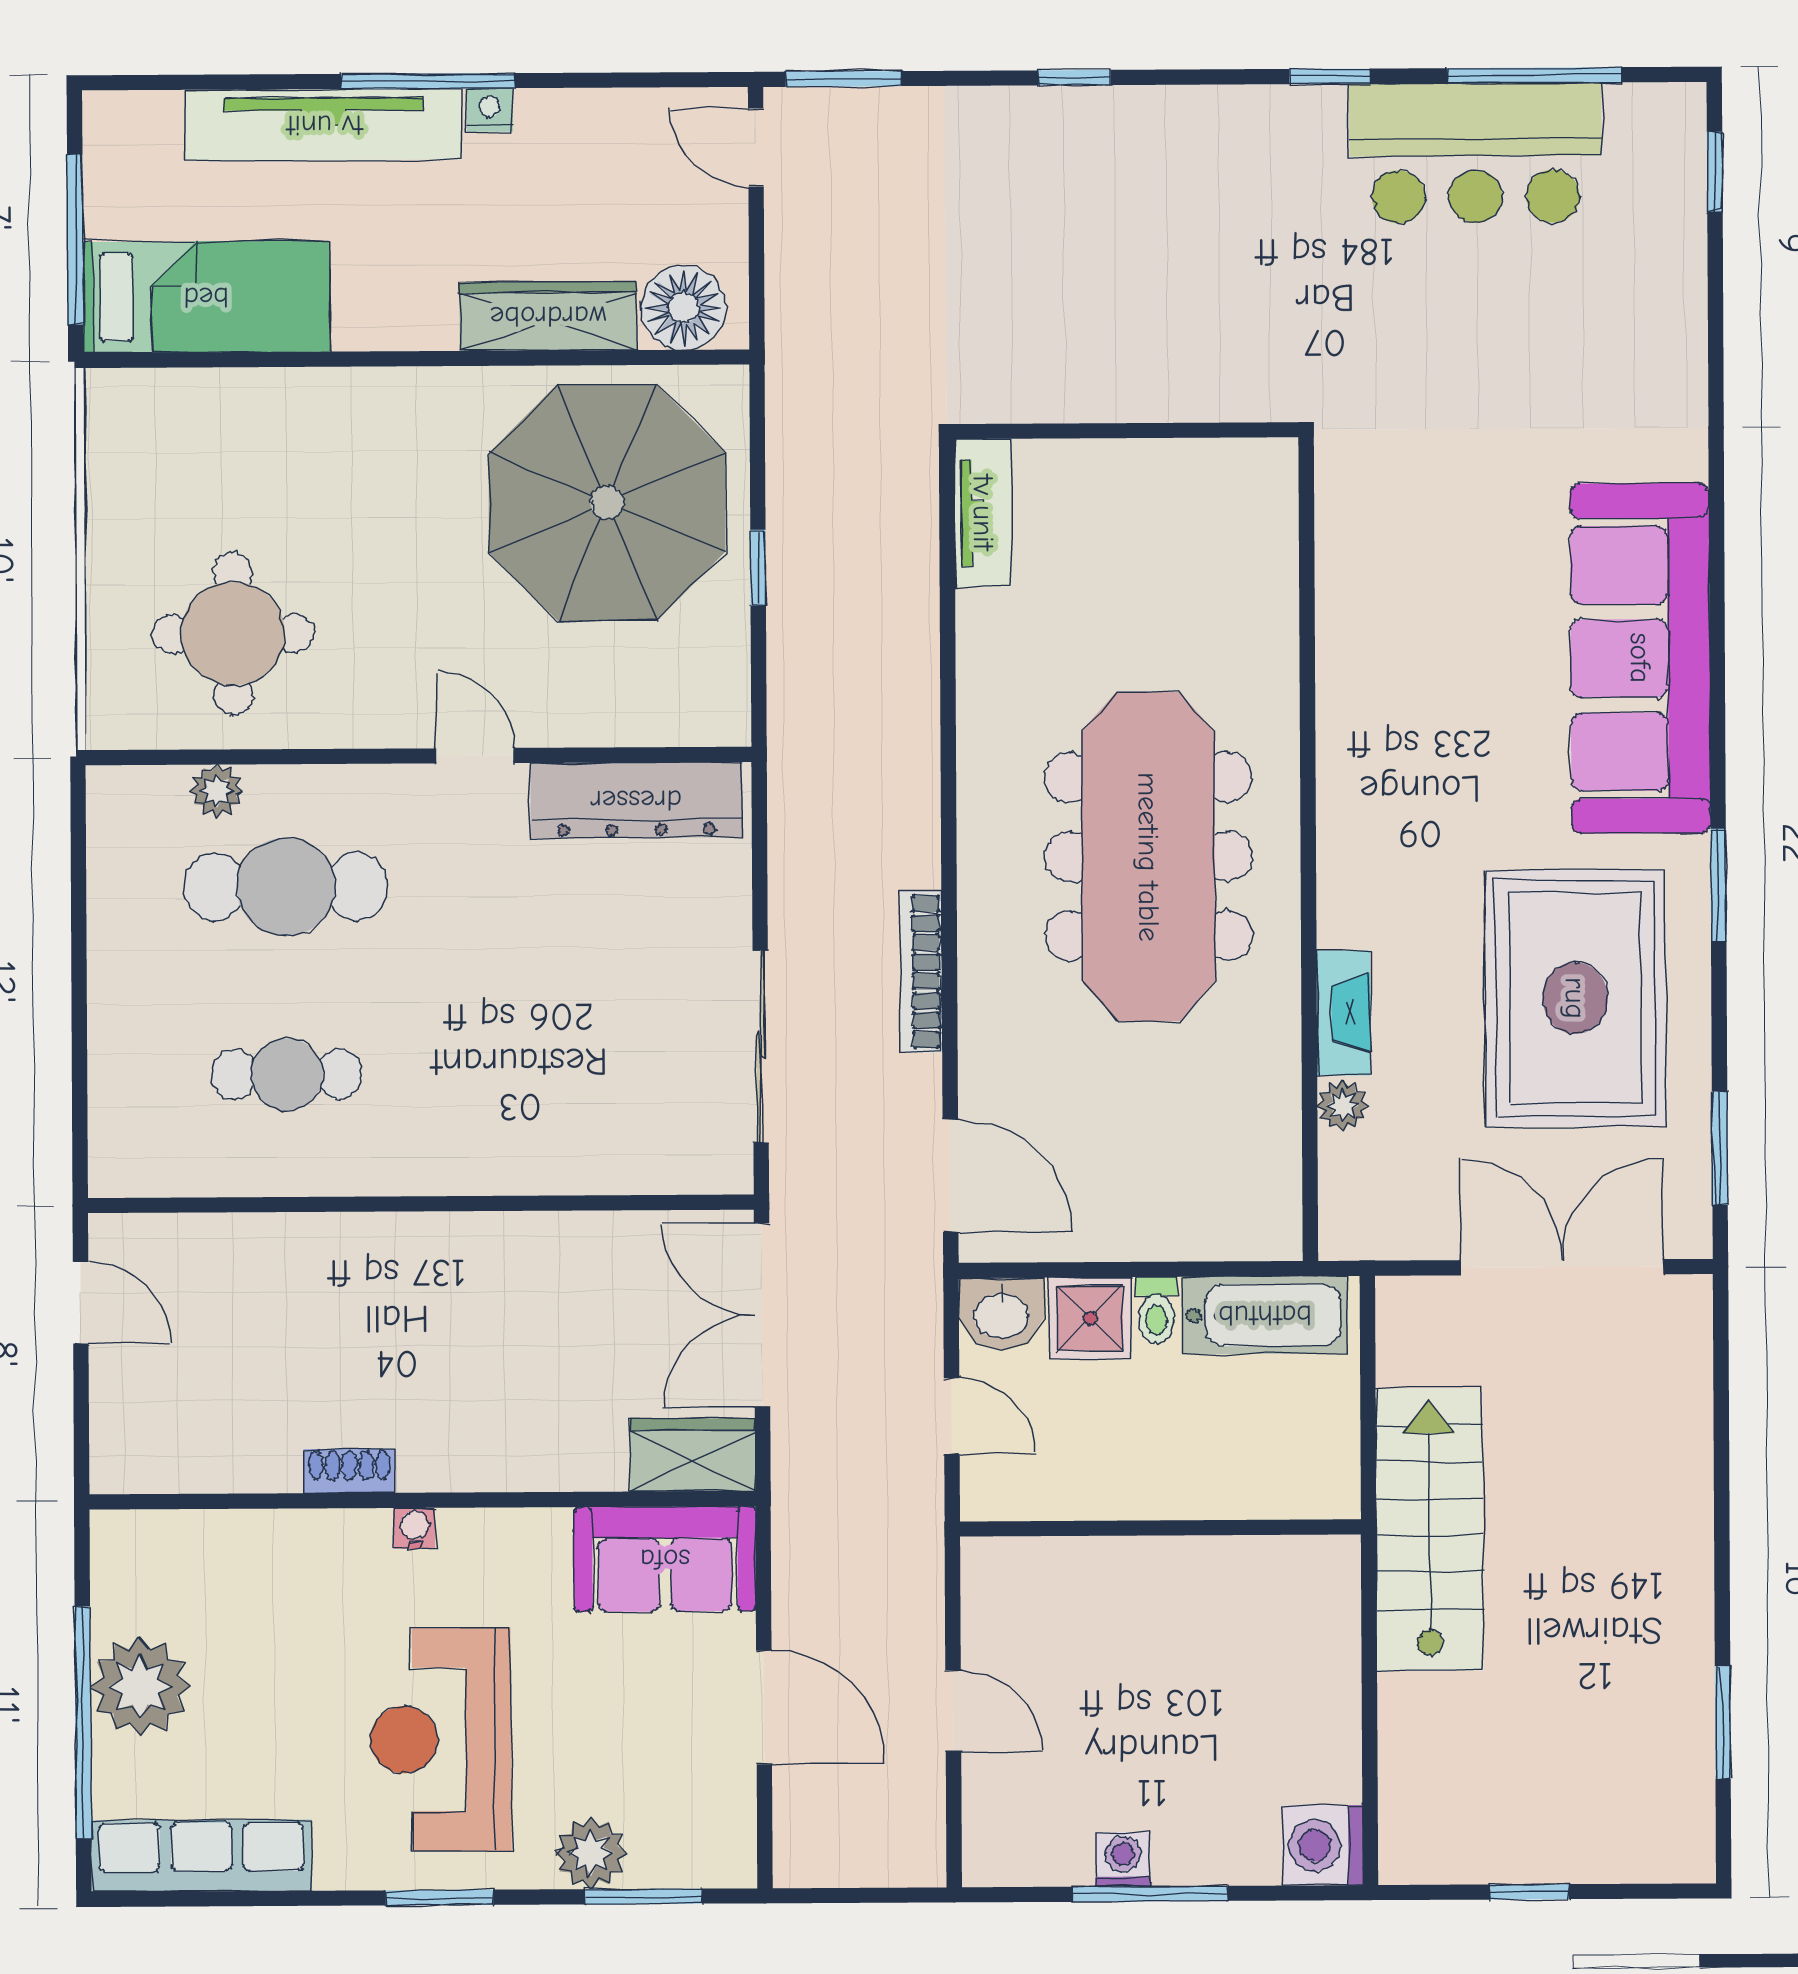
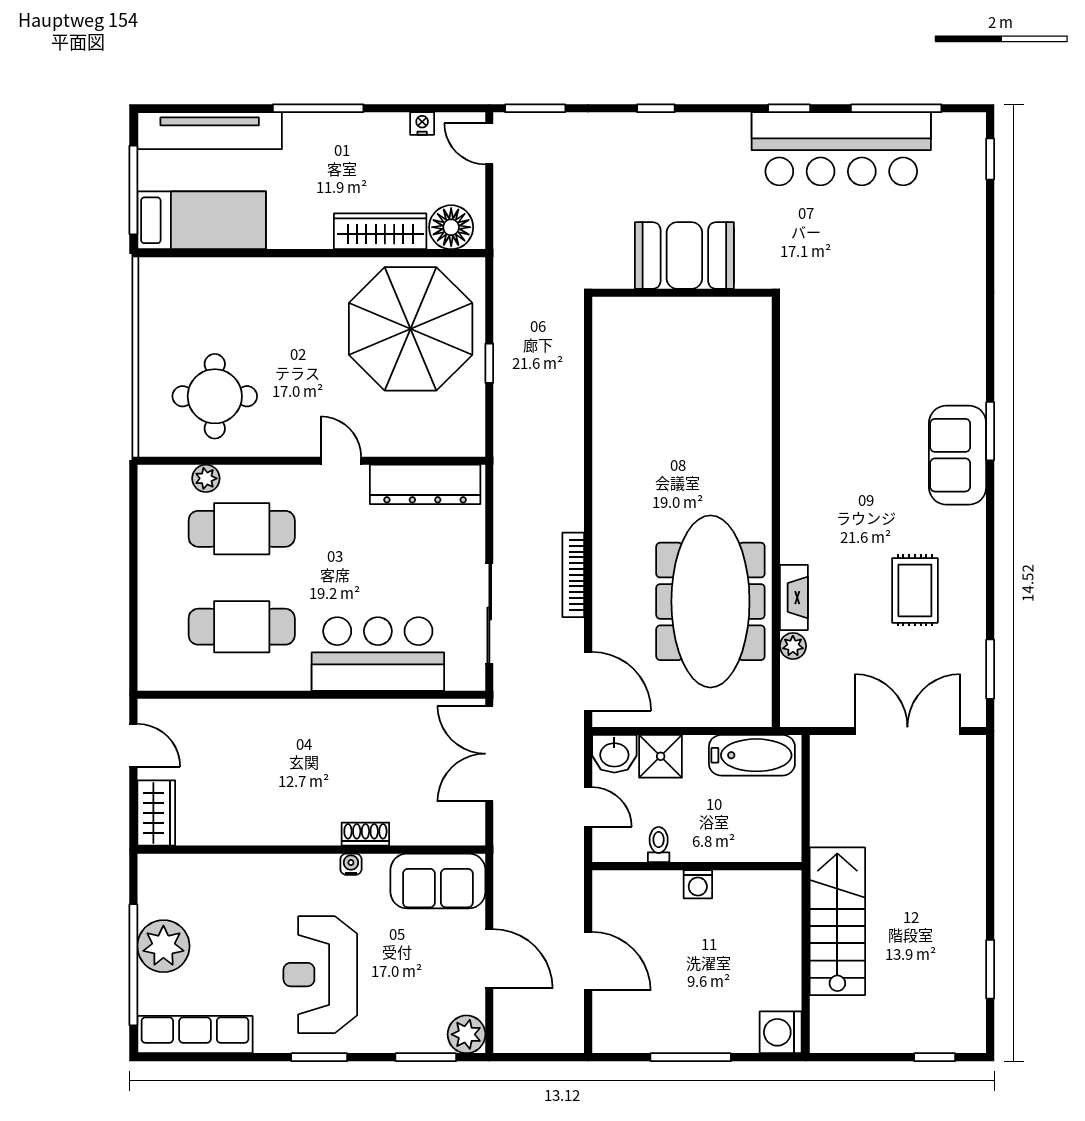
nightstand: (490, 110) -> (422, 123), moved
tv unit: (324, 125) -> (210, 131), moved
bar counter: (1475, 153) -> (841, 149), width x1.36
booth: (1130, 359) -> (684, 256), added
tv unit: (983, 513) -> (607, 335), removed
sofa: (1640, 658) -> (958, 455), width x0.54, depth x0.79
meeting table: (1148, 857) -> (710, 601), moved
window: (1718, 885) -> (990, 431), moved
rug: (1575, 998) -> (915, 590), width x0.54, depth x0.49
cafe table: (287, 1074) -> (242, 627), width x1.37, depth x1.35
bar counter: (548, 1125) -> (378, 654), added
toilet: (1157, 1311) -> (659, 845), moved, turned 180
wardrobe: (693, 1455) -> (156, 813), moved, turned 90
shoe rack: (349, 1471) -> (365, 834), moved
water cooler: (415, 1528) -> (351, 864), moved
stairs: (1429, 1530) -> (837, 921), moved
door: (953, 1711) -> (588, 961), width x1.37
plant: (591, 1853) -> (466, 1034), moved
washing machine: (1123, 1859) -> (698, 884), moved, turned 180
window: (1530, 1892) -> (935, 1057), moved

